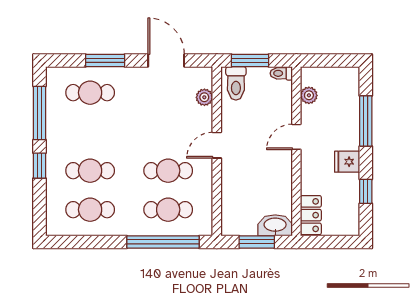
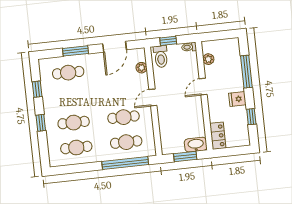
door: (166, 60) -> (115, 47), swing flipped
window: (250, 60) -> (168, 41), width x0.67
window: (39, 113) -> (37, 89), width x0.46

